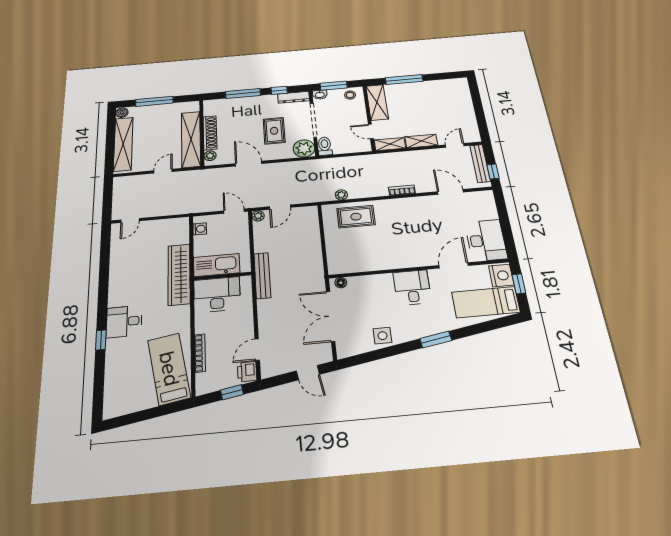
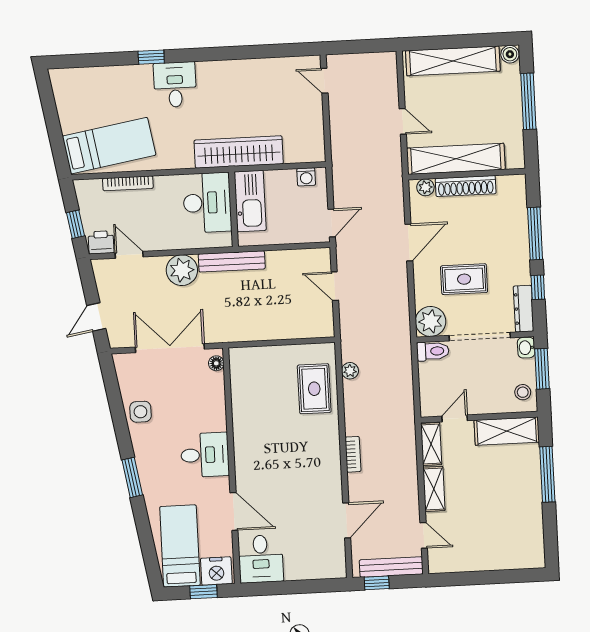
plant: (258, 216) -> (182, 270), moved, width x1.88, depth x1.88
desk: (486, 240) -> (261, 559), width x0.73

